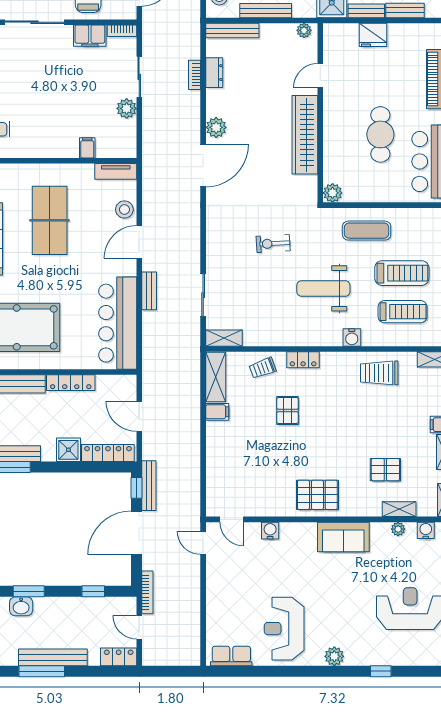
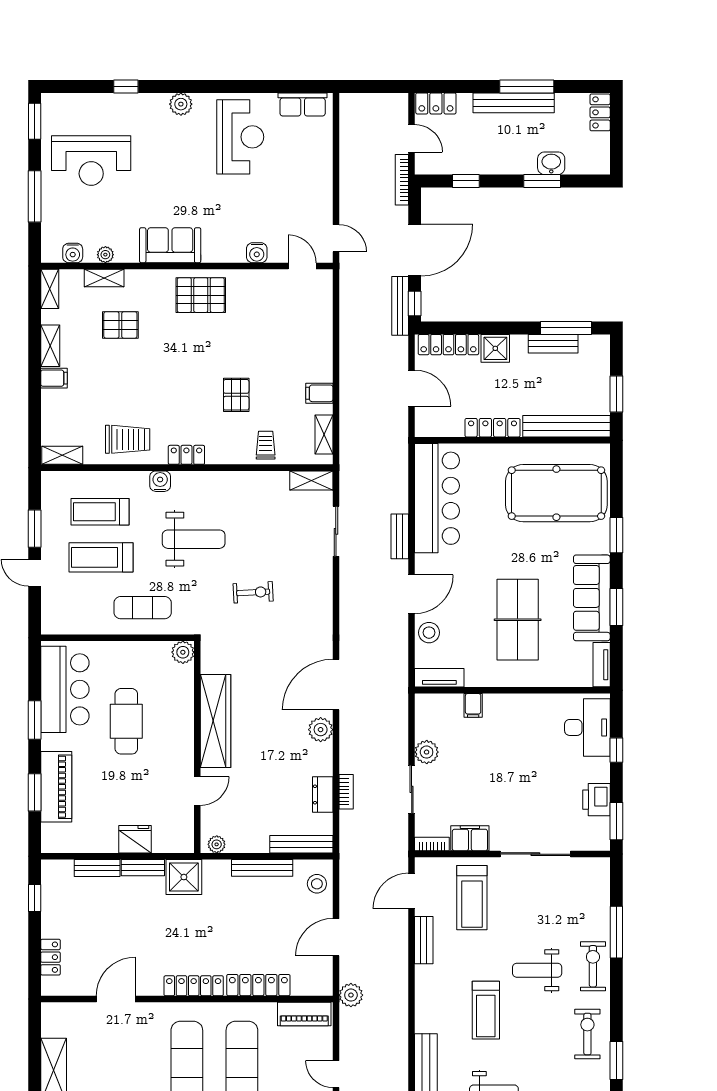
locker: (303, 360) -> (186, 455), moved
trolley: (263, 368) -> (266, 445), turned -70
shelving: (216, 377) -> (324, 434), width x0.67, depth x0.75

